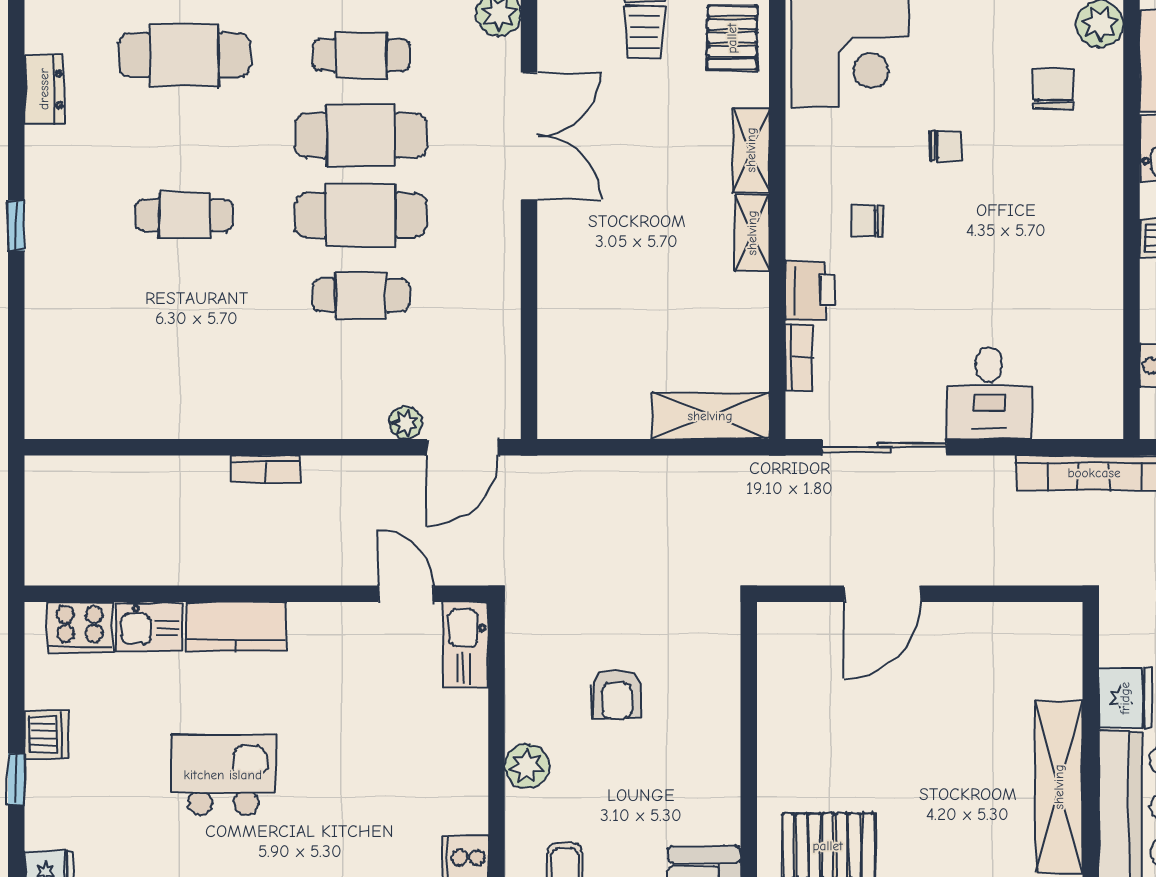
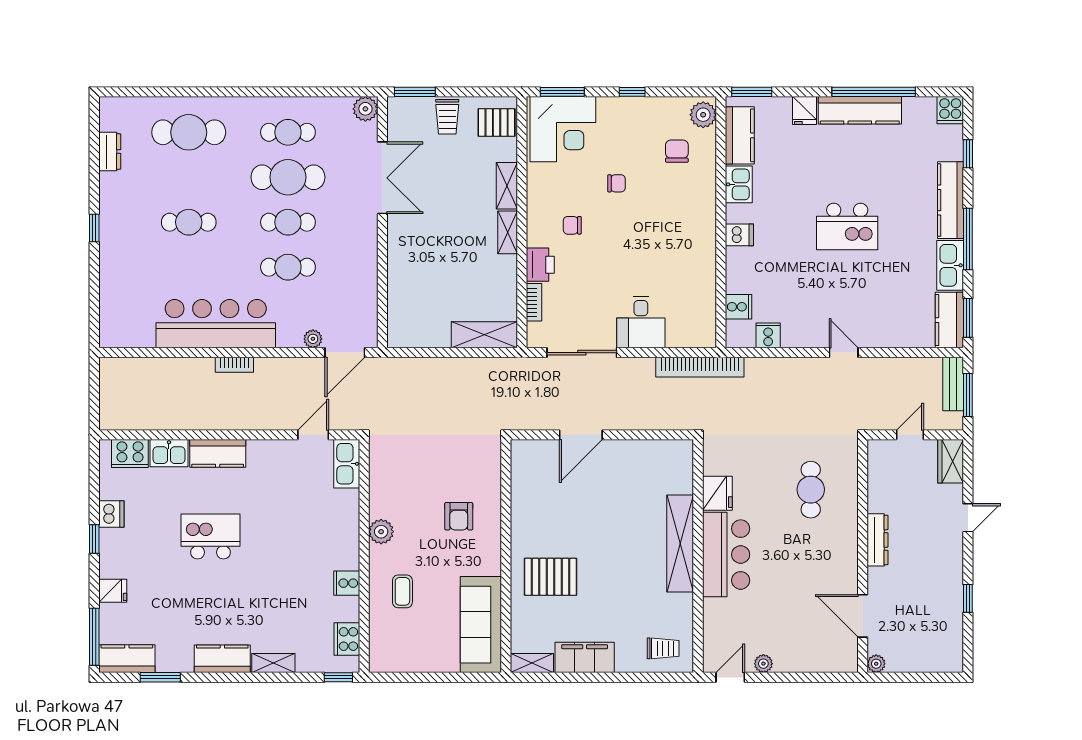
pallet: (732, 38) -> (497, 122), turned 90
cafe table: (361, 215) -> (288, 222), width x0.73, depth x0.74
bar counter: (232, 396) -> (216, 324), added
door: (406, 594) -> (313, 435), hinge flipped
armchair: (617, 694) -> (459, 516), moved

